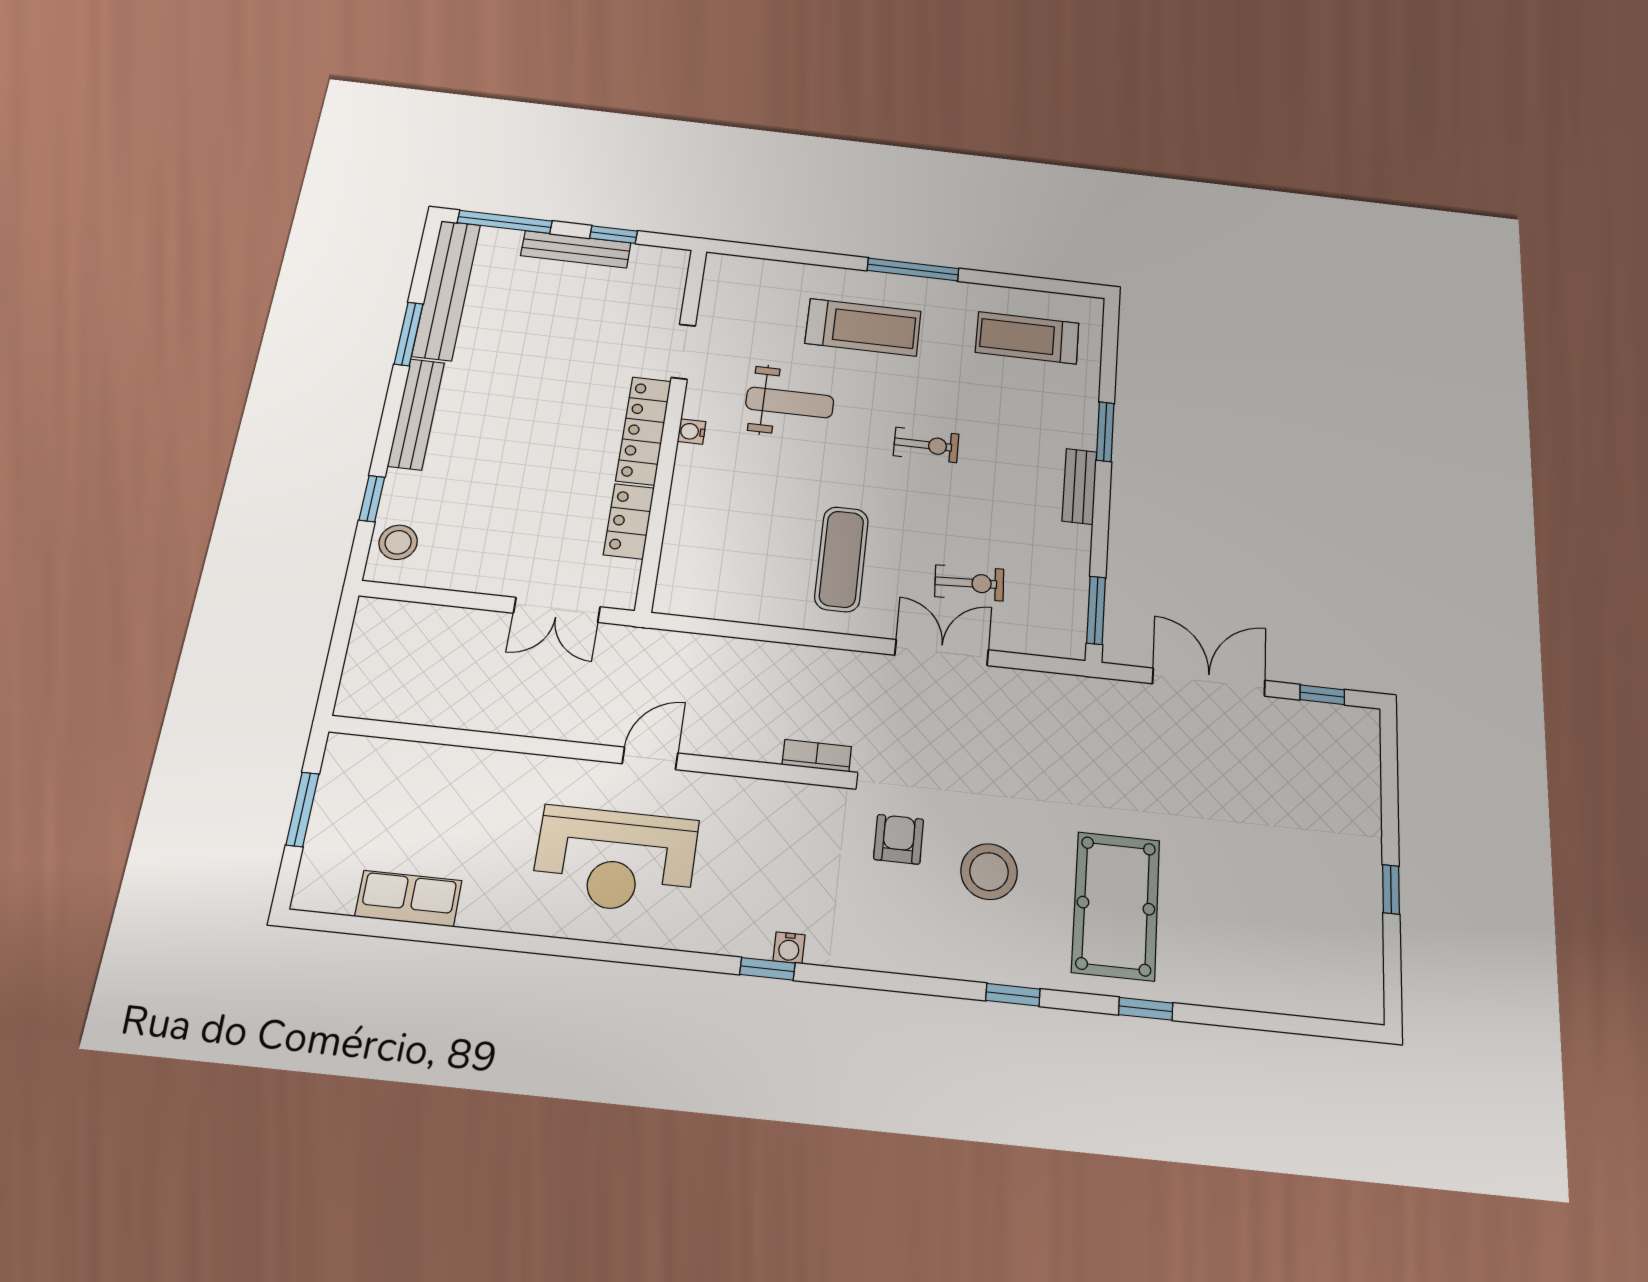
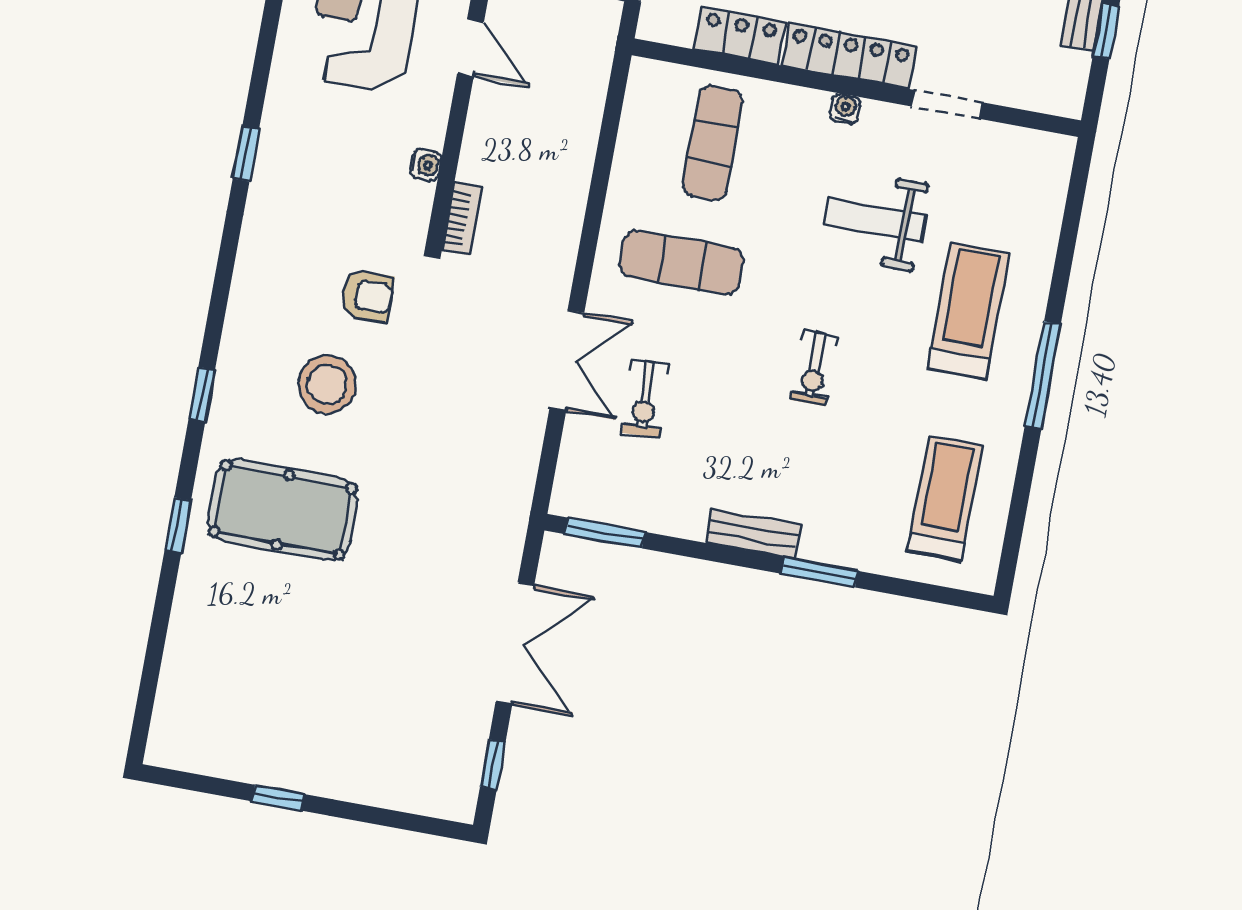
treadmill: (863, 327) -> (968, 310), turned 180
weight bench: (790, 402) -> (876, 220), turned 90
exercise mat: (729, 539) -> (713, 143), added
water cooler: (789, 948) -> (426, 165), moved, turned 180

